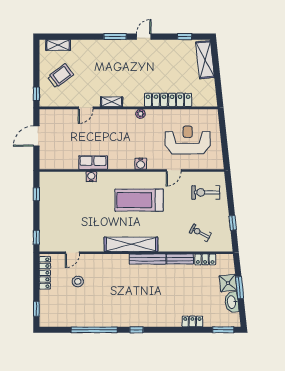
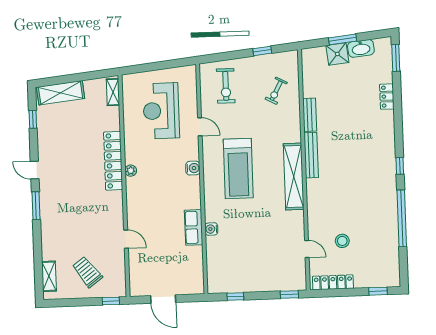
locker: (168, 100) -> (113, 161), moved
shelving: (112, 102) -> (113, 92), moved
locker: (205, 259) -> (309, 83), removed

